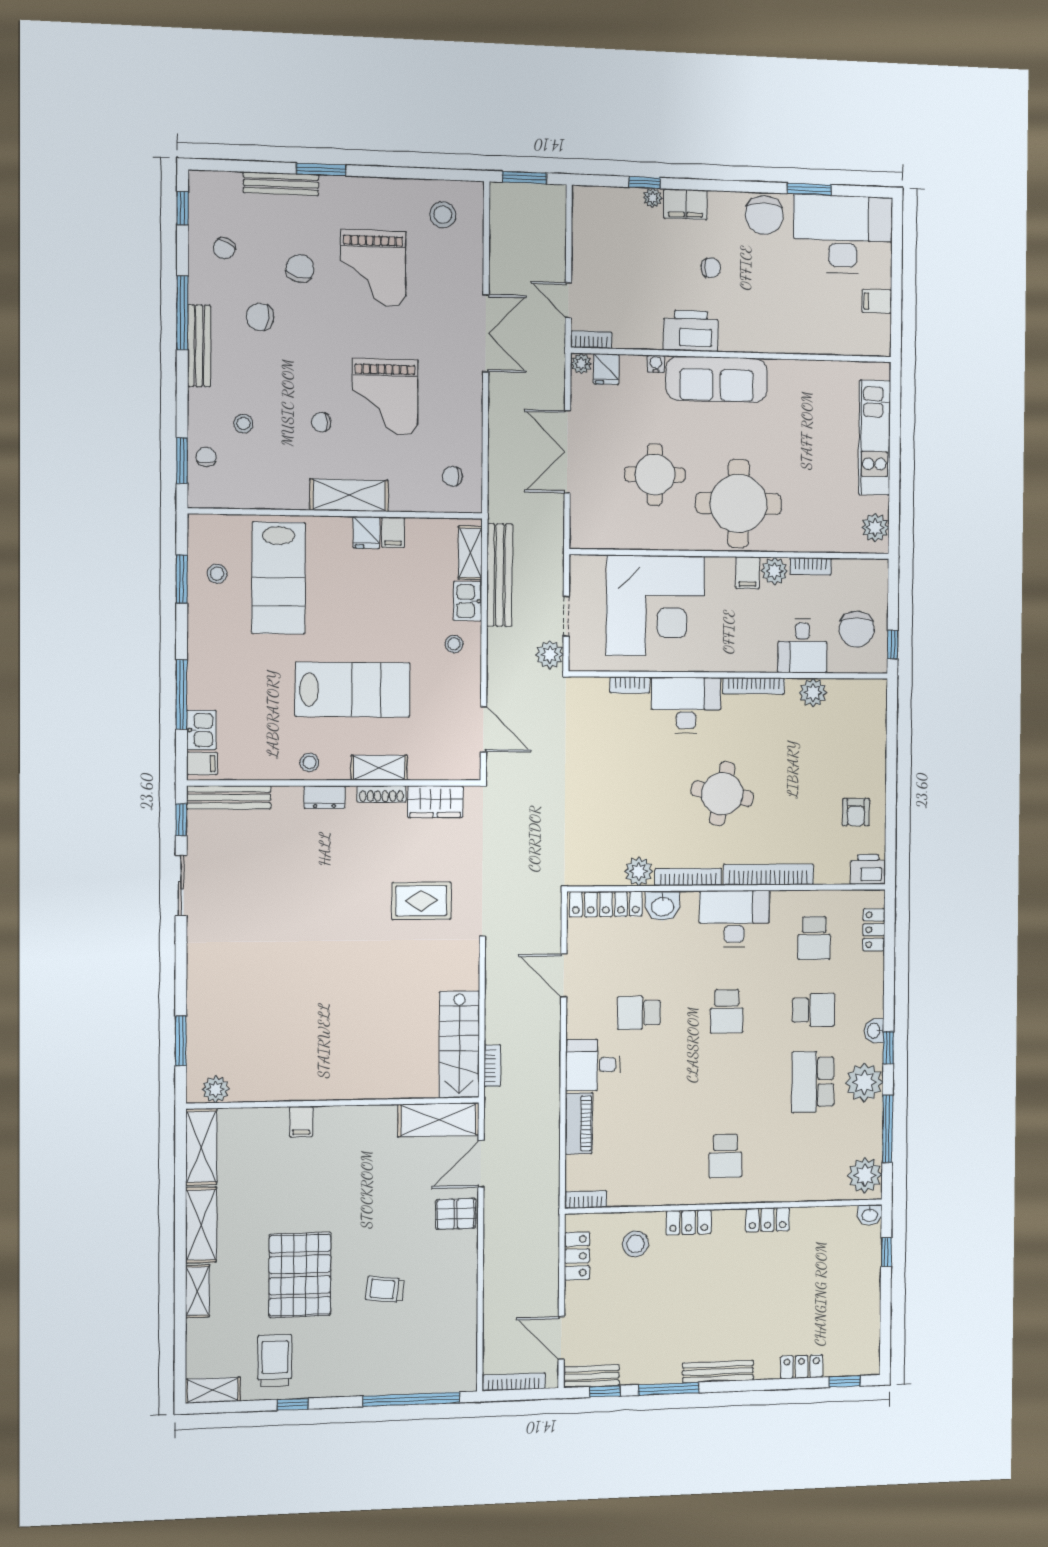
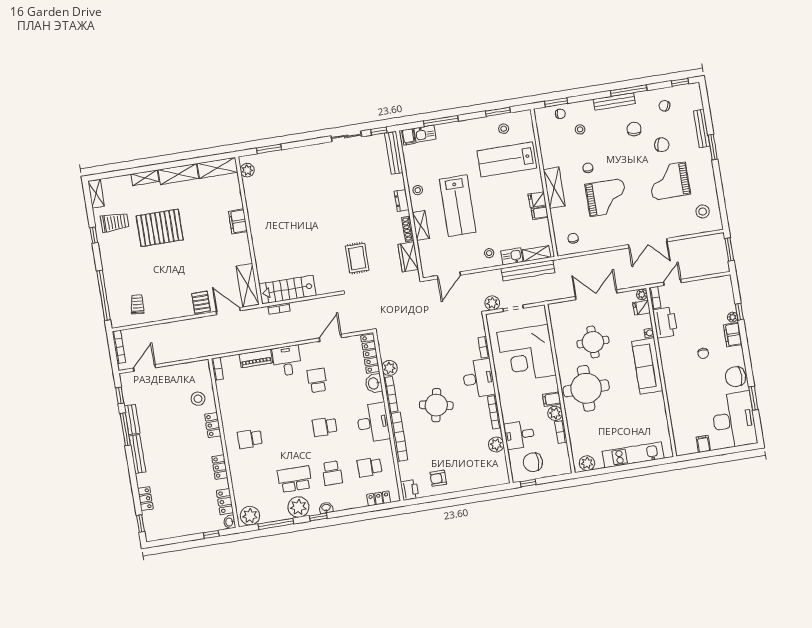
printer: (691, 331) -> (665, 323), moved
grand piano: (385, 397) -> (606, 198), turned 180
filing cabinet: (301, 1122) -> (238, 221), width x2.00
locker: (577, 1256) -> (225, 502), moved, turned 90
trolley: (385, 1289) -> (137, 304), moved
bench: (591, 1376) -> (132, 420), moved

